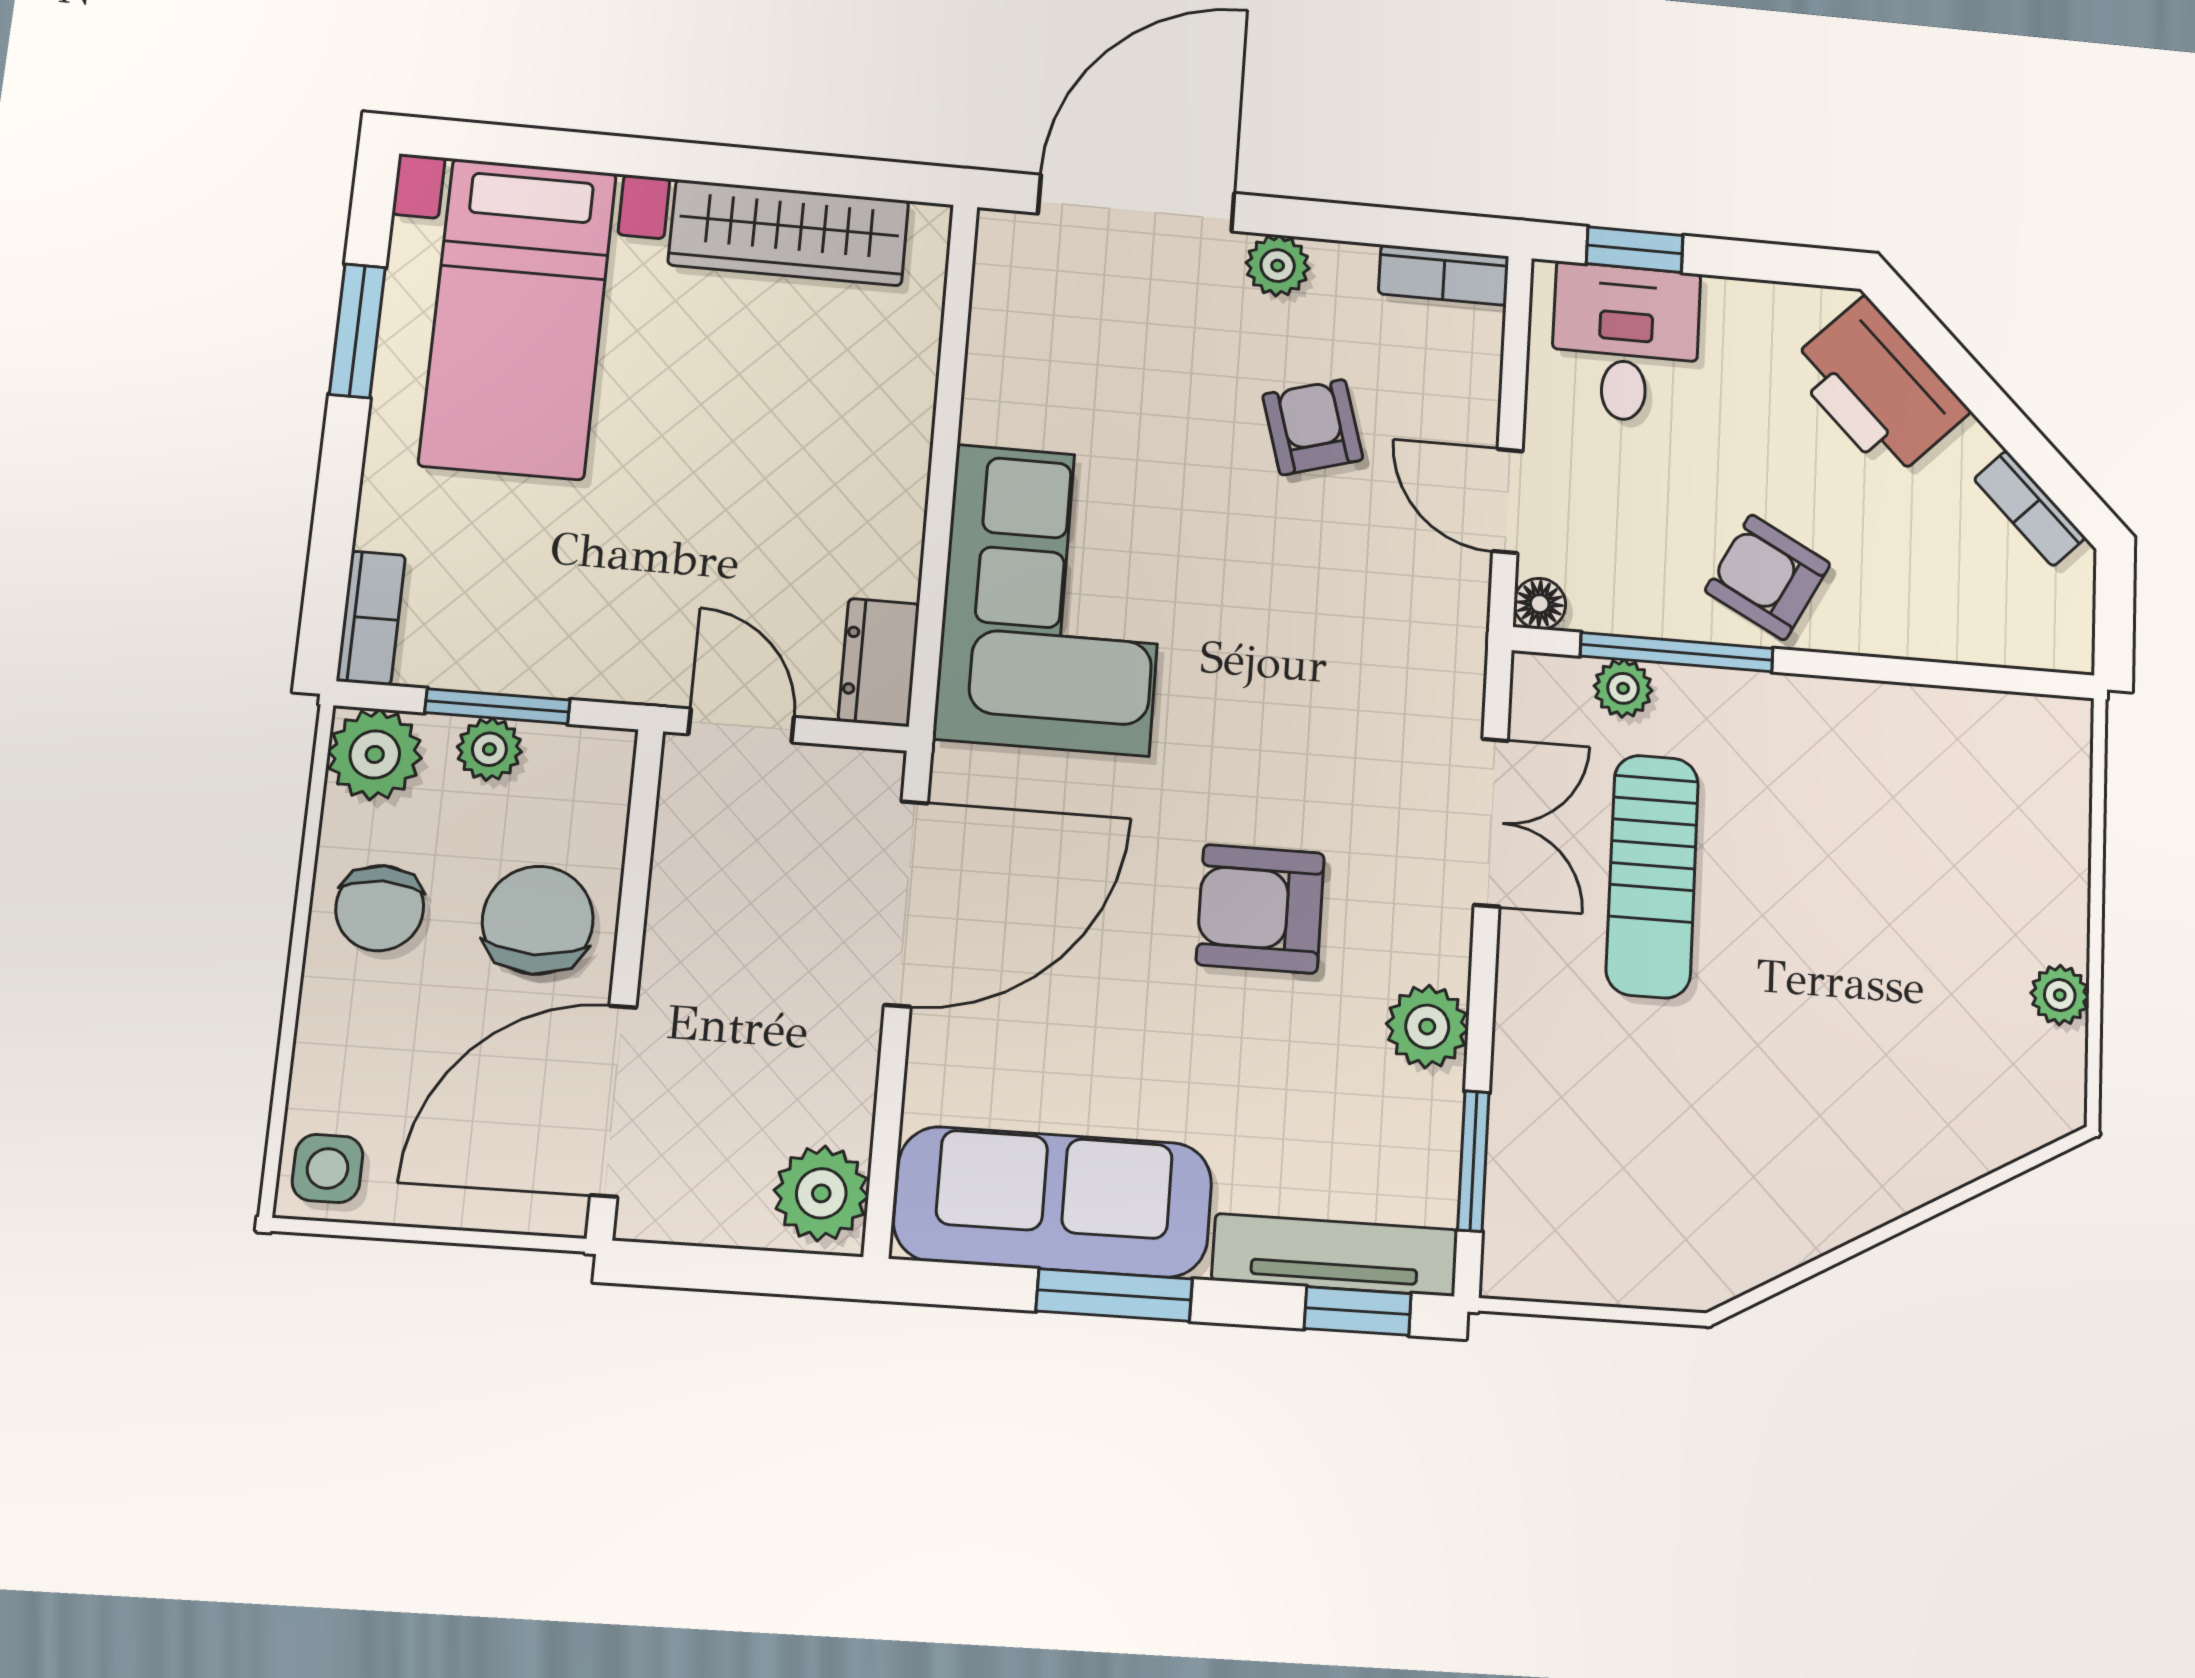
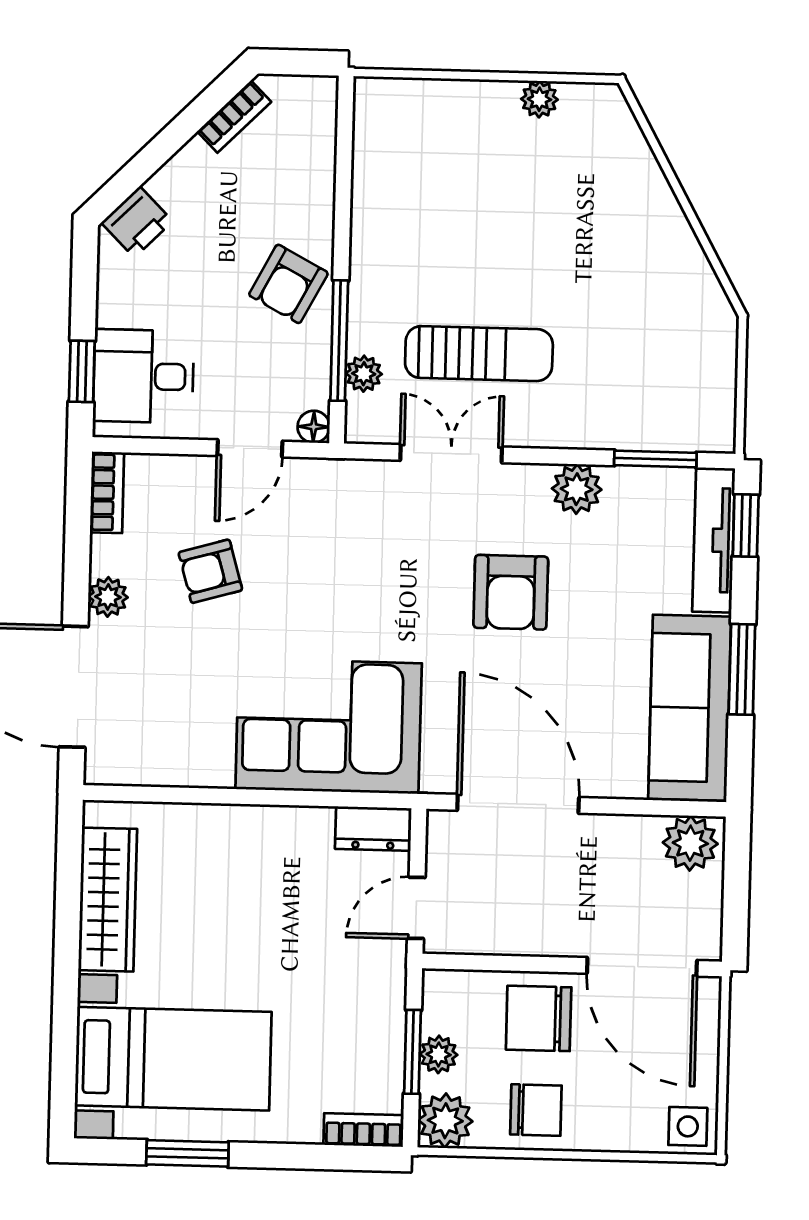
printer: (1878, 388) -> (137, 222), width x0.53, depth x0.68

